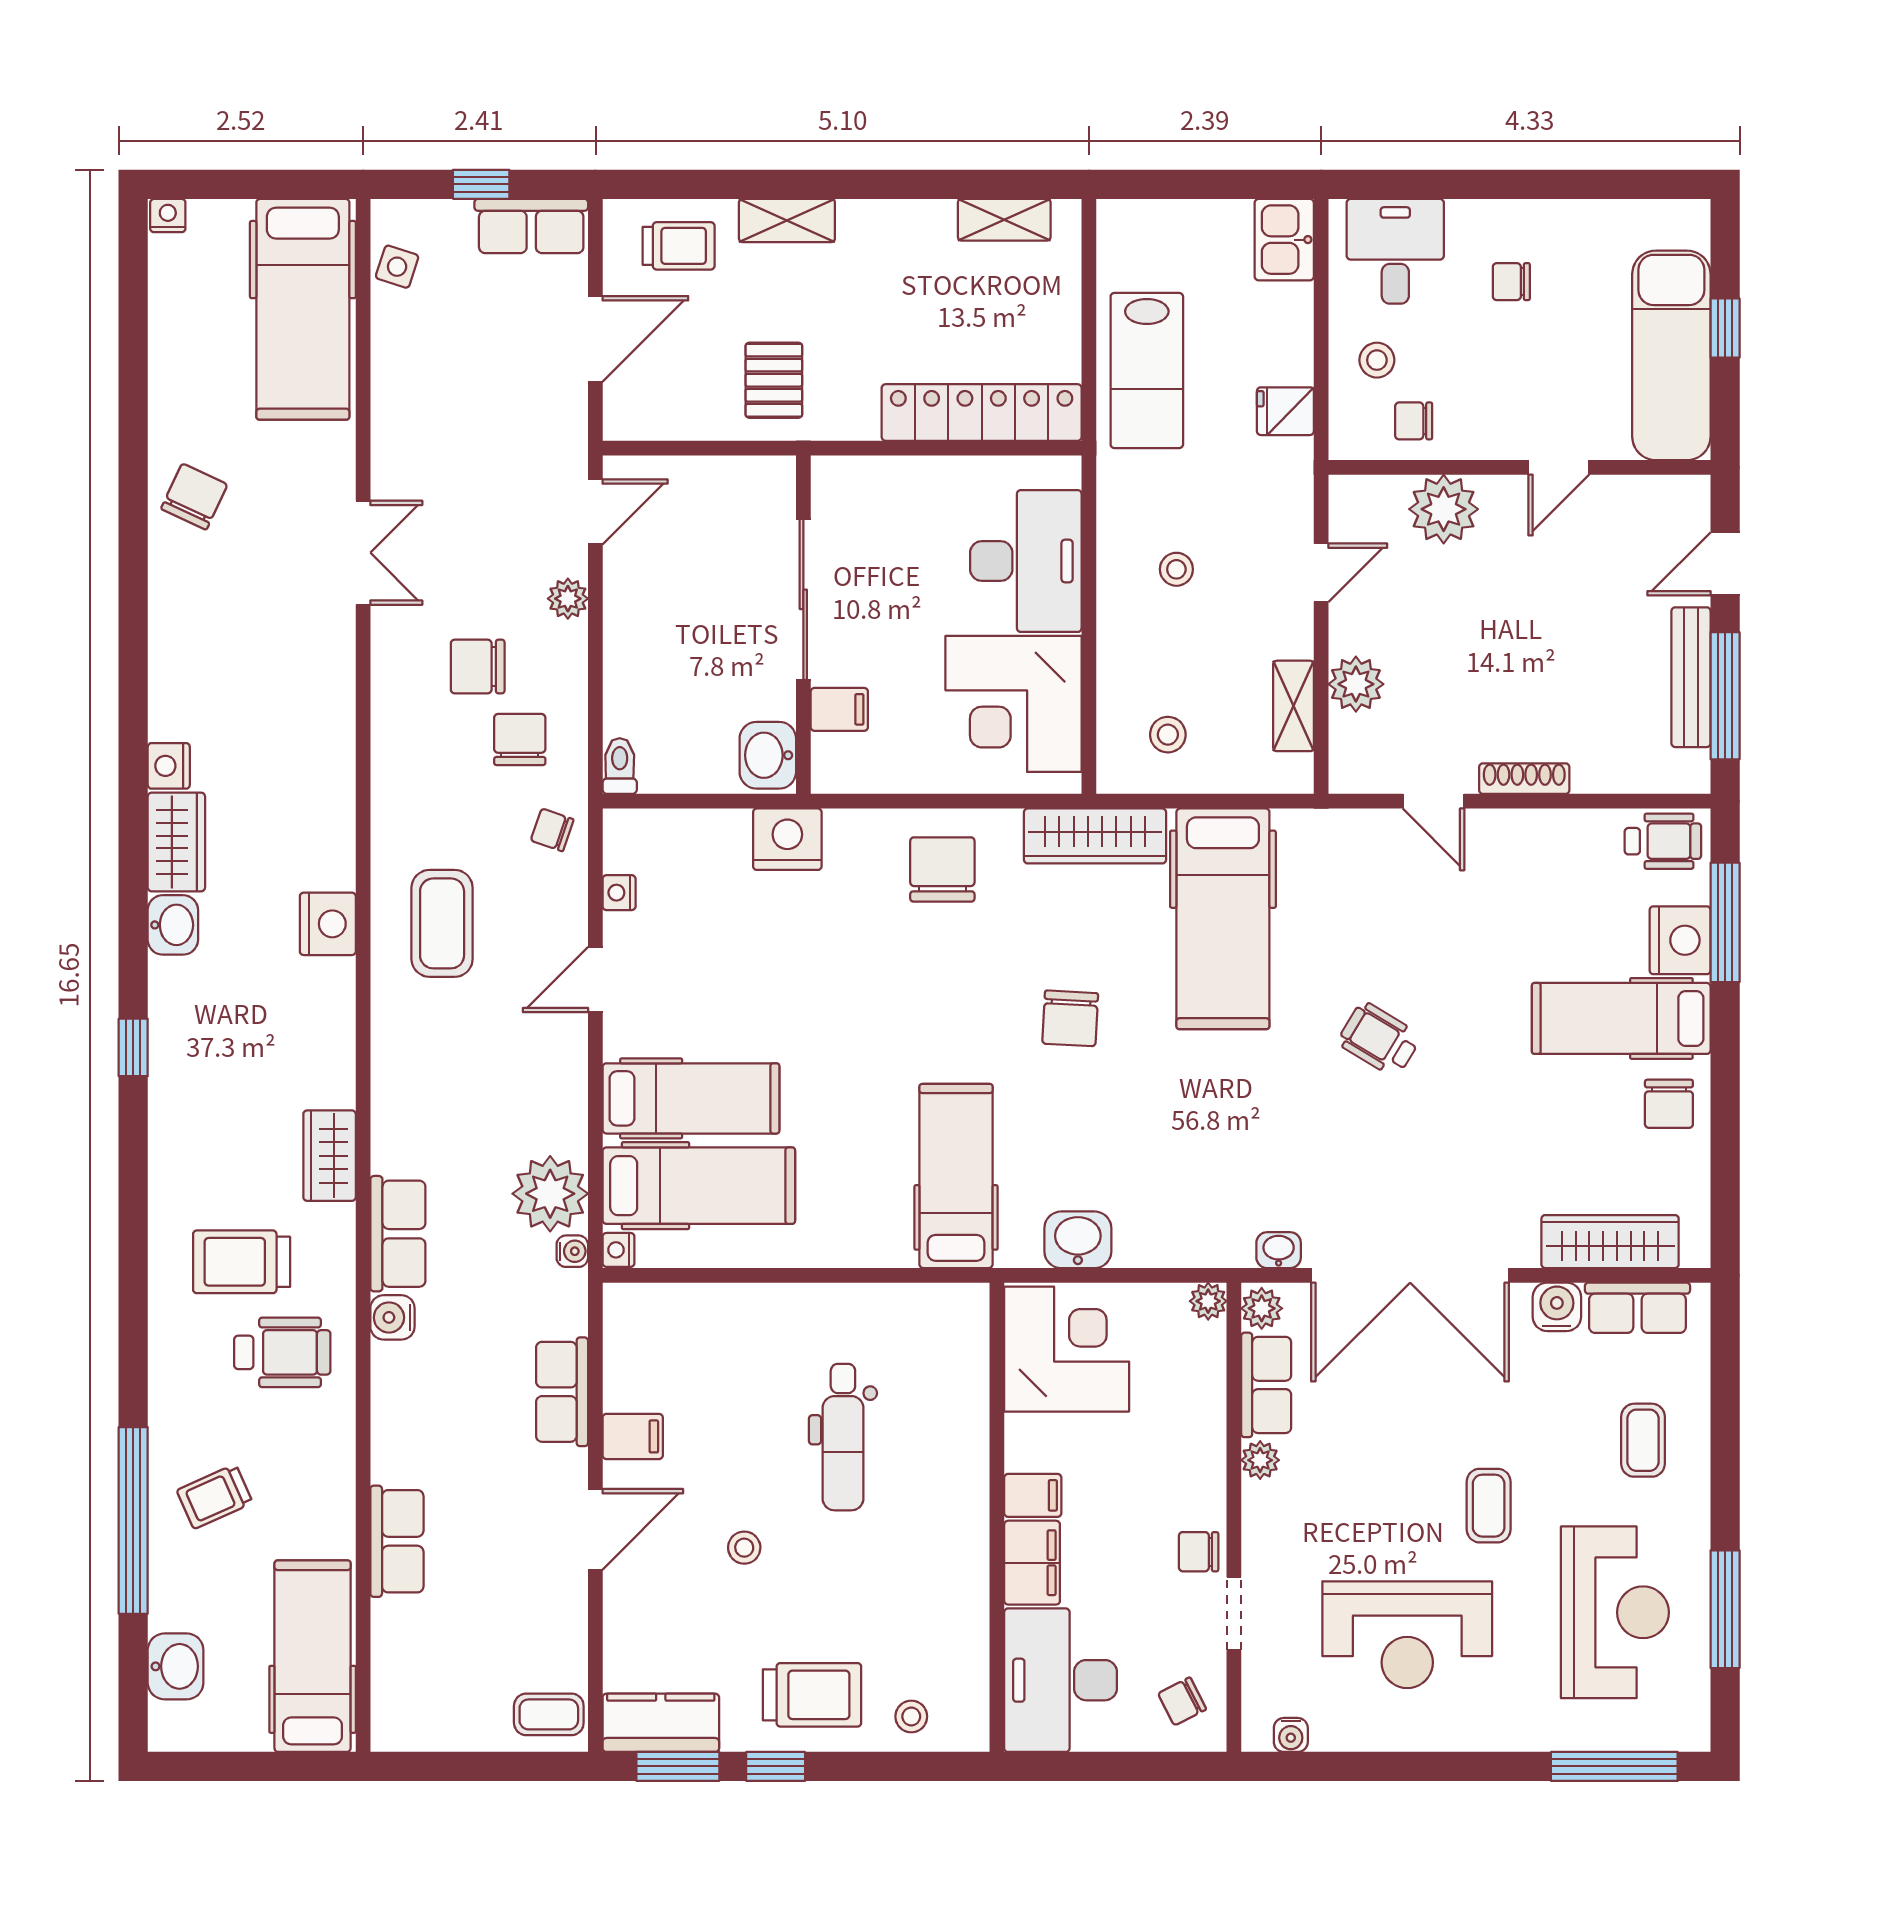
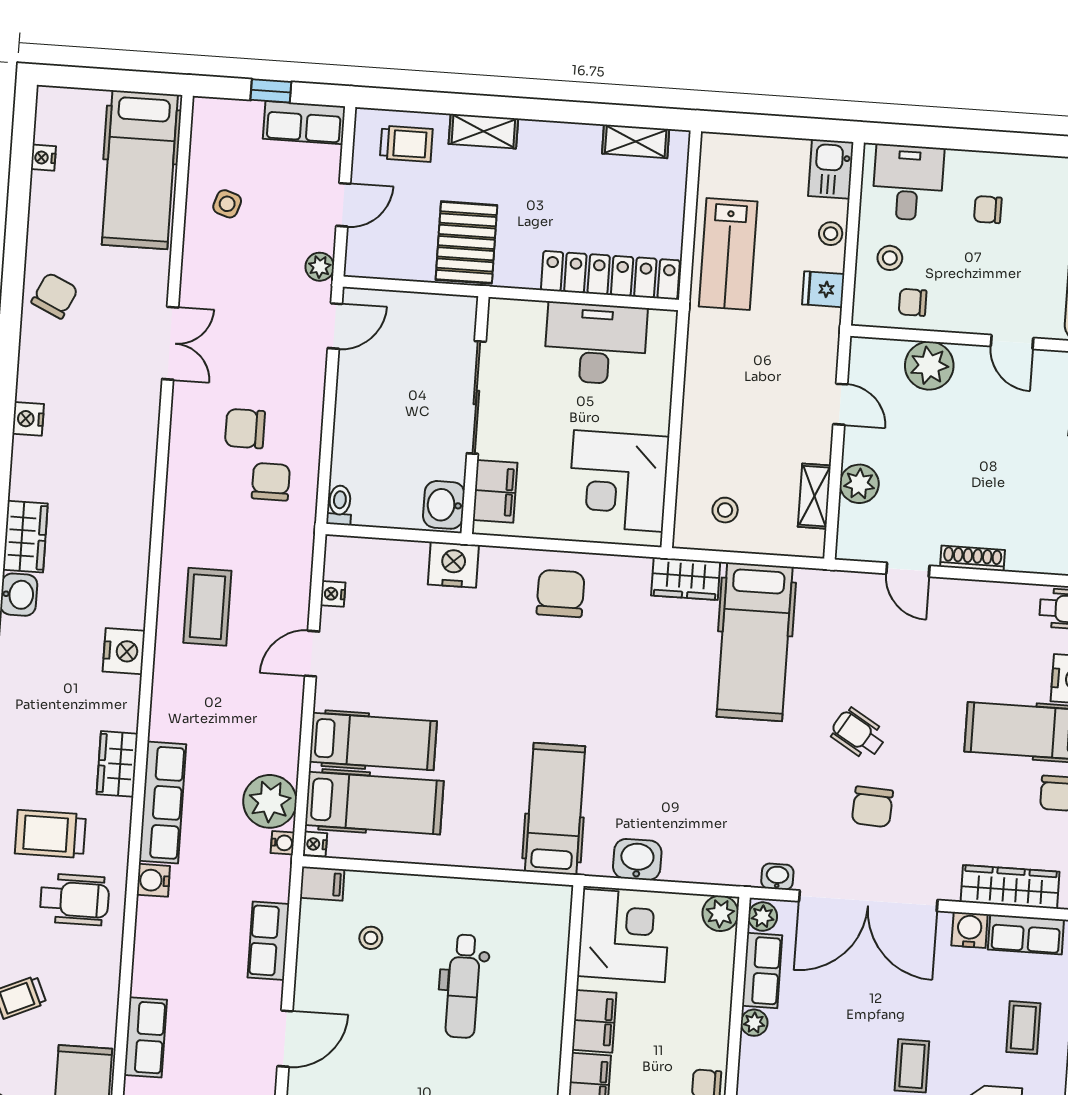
nightstand: (168, 216) -> (43, 158), moved, turned -90
side table: (397, 267) -> (227, 204), moved
door: (595, 339) -> (343, 205), width x0.73
pallet: (774, 380) -> (466, 242), width x1.50, depth x1.42
door: (1559, 467) -> (1012, 342), hinge flipped
desk: (1026, 561) -> (596, 344), moved, turned -90
stool: (1176, 569) -> (831, 234), moved
door: (1321, 573) -> (840, 404), hinge flipped
plant: (568, 599) -> (320, 267), moved
filing cabinet: (839, 709) -> (495, 491), width x2.00
nightstand: (169, 766) -> (28, 419), moved
chair: (552, 830) -> (289, 547), removed
wardrobe: (1095, 836) -> (686, 579), width x0.67
nightstand: (328, 924) -> (124, 651), moved
chair: (1070, 1018) -> (872, 807), moved
row of seats: (398, 1234) -> (163, 803), width x1.48
plant: (1208, 1301) -> (720, 913), width x1.38, depth x1.38
filing cabinet: (633, 1436) -> (322, 884), moved
filing cabinet: (1033, 1495) -> (594, 1021), width x2.00
stool: (744, 1548) -> (371, 938), moved

